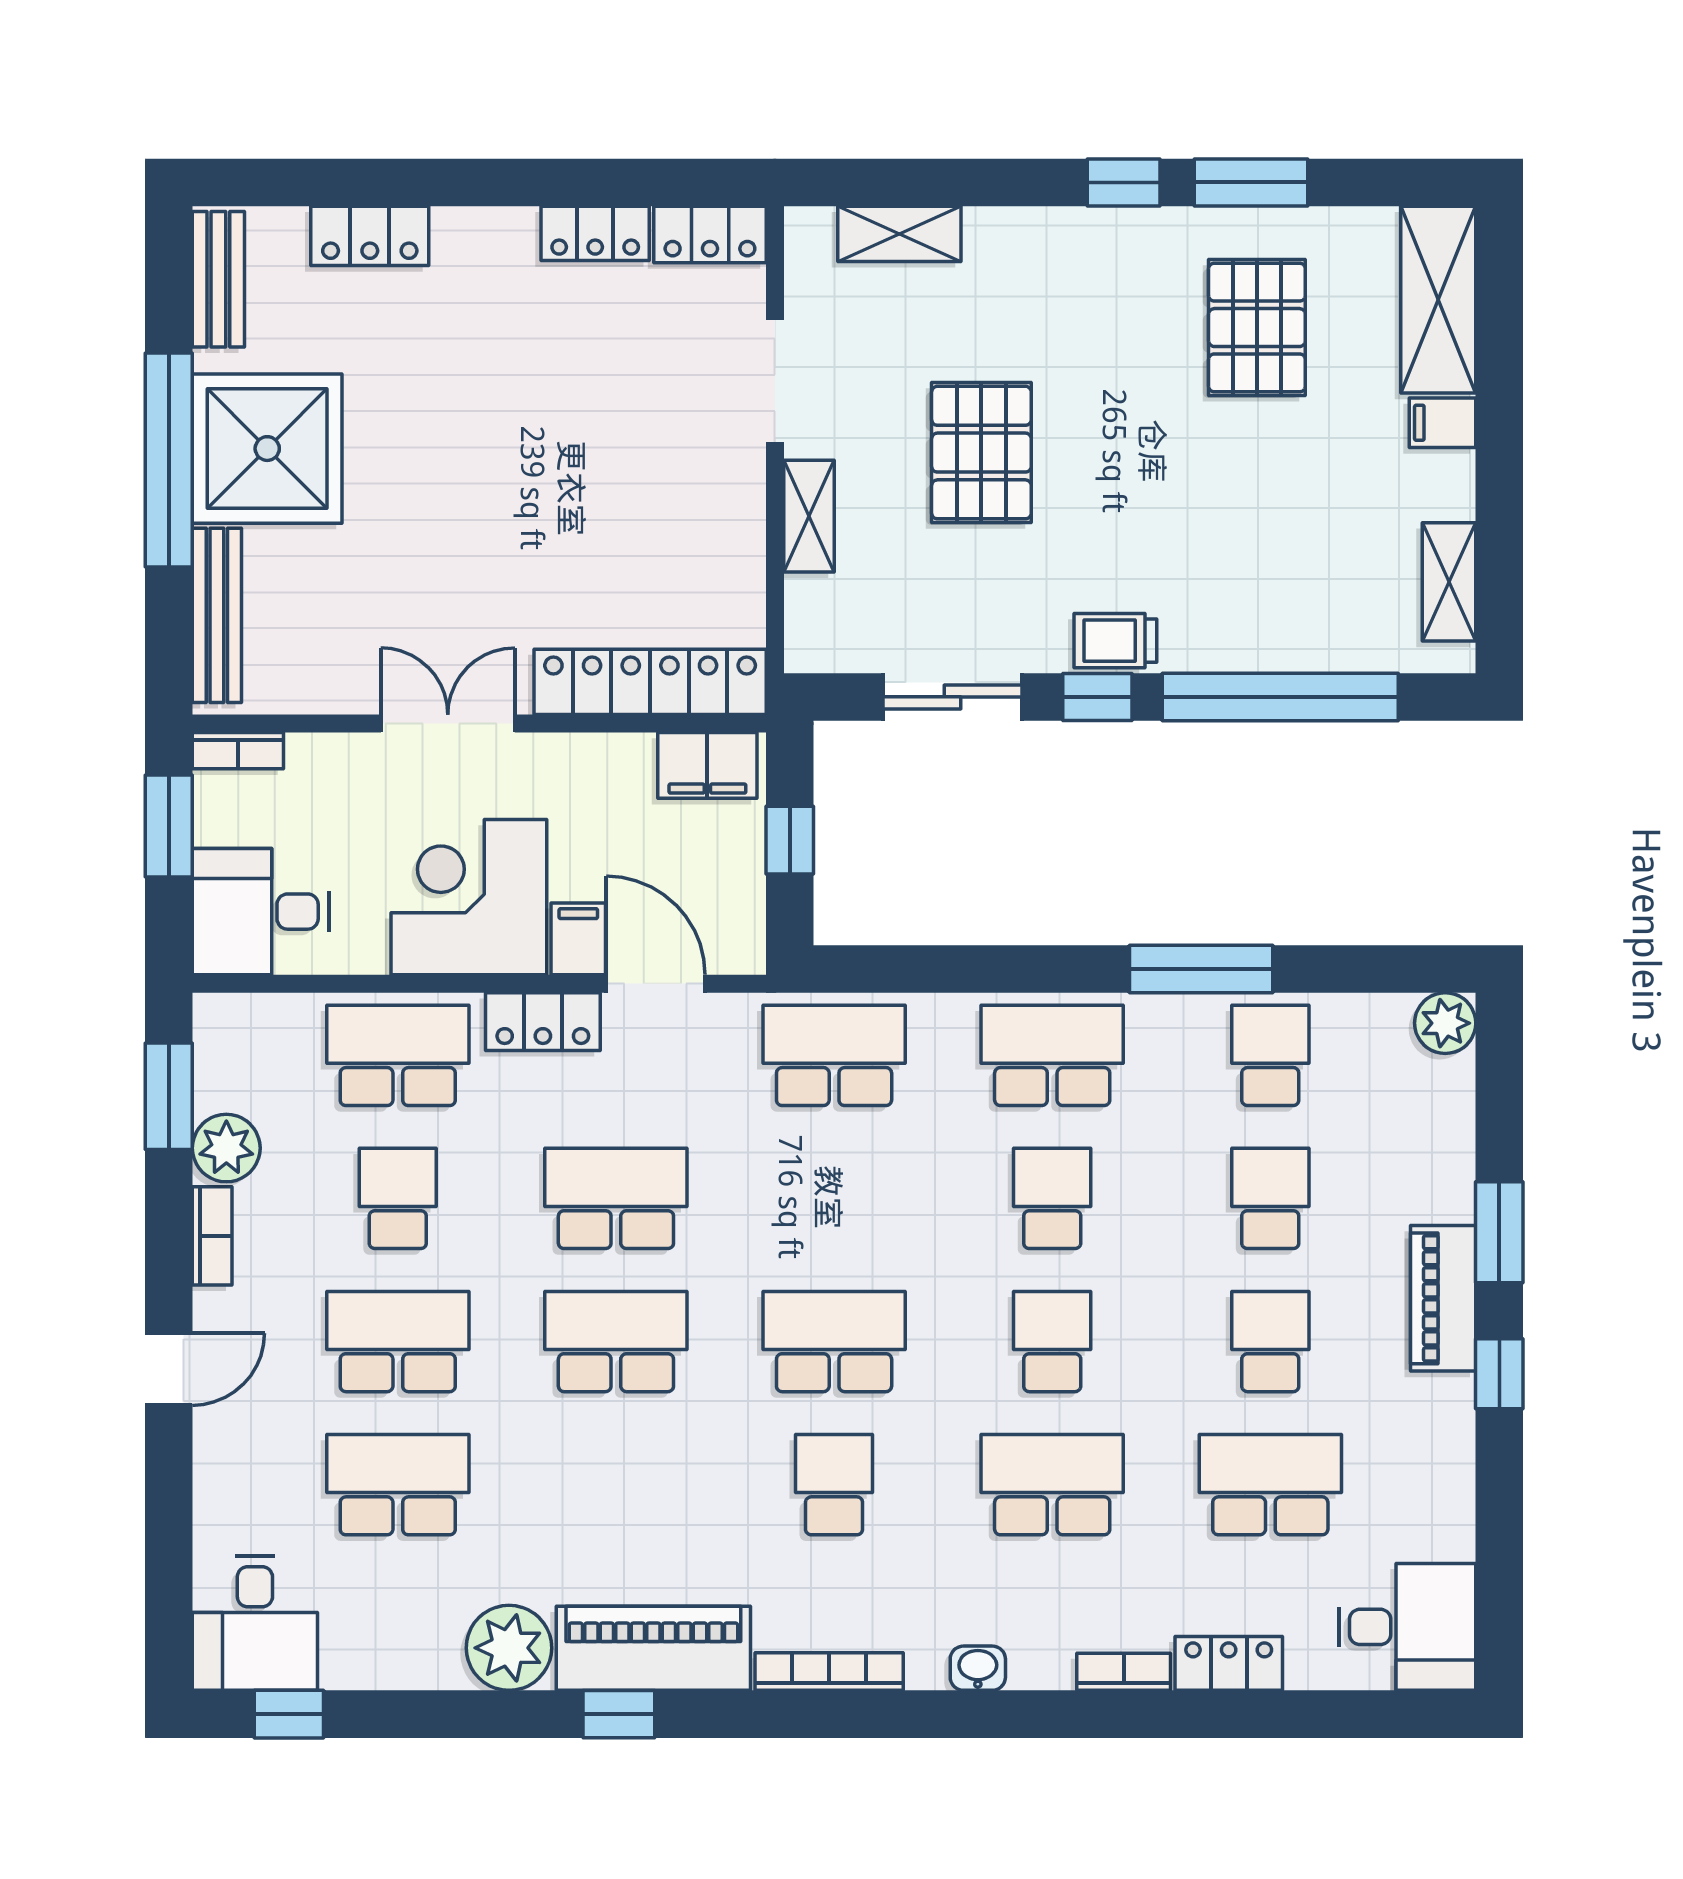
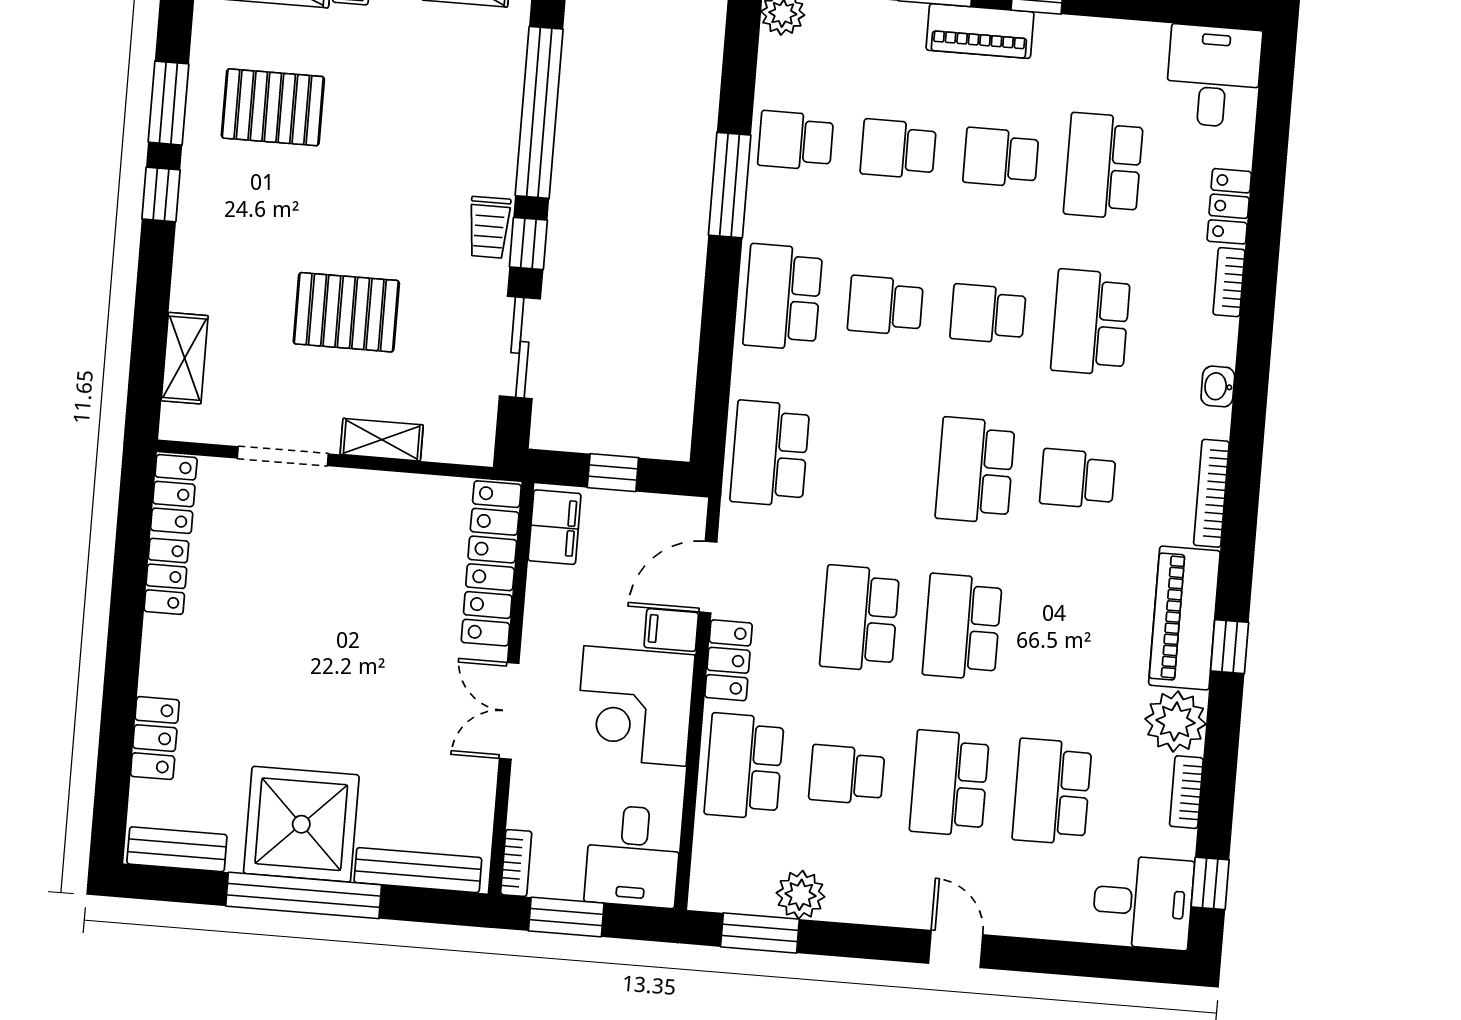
bookcase: (212, 1236) -> (1186, 792), moved, turned -90

